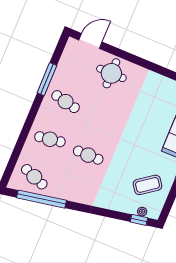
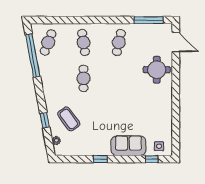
window: (47, 79) -> (149, 20), moved
coffee table: (147, 185) -> (69, 119), moved
window: (139, 220) -> (45, 120), moved

